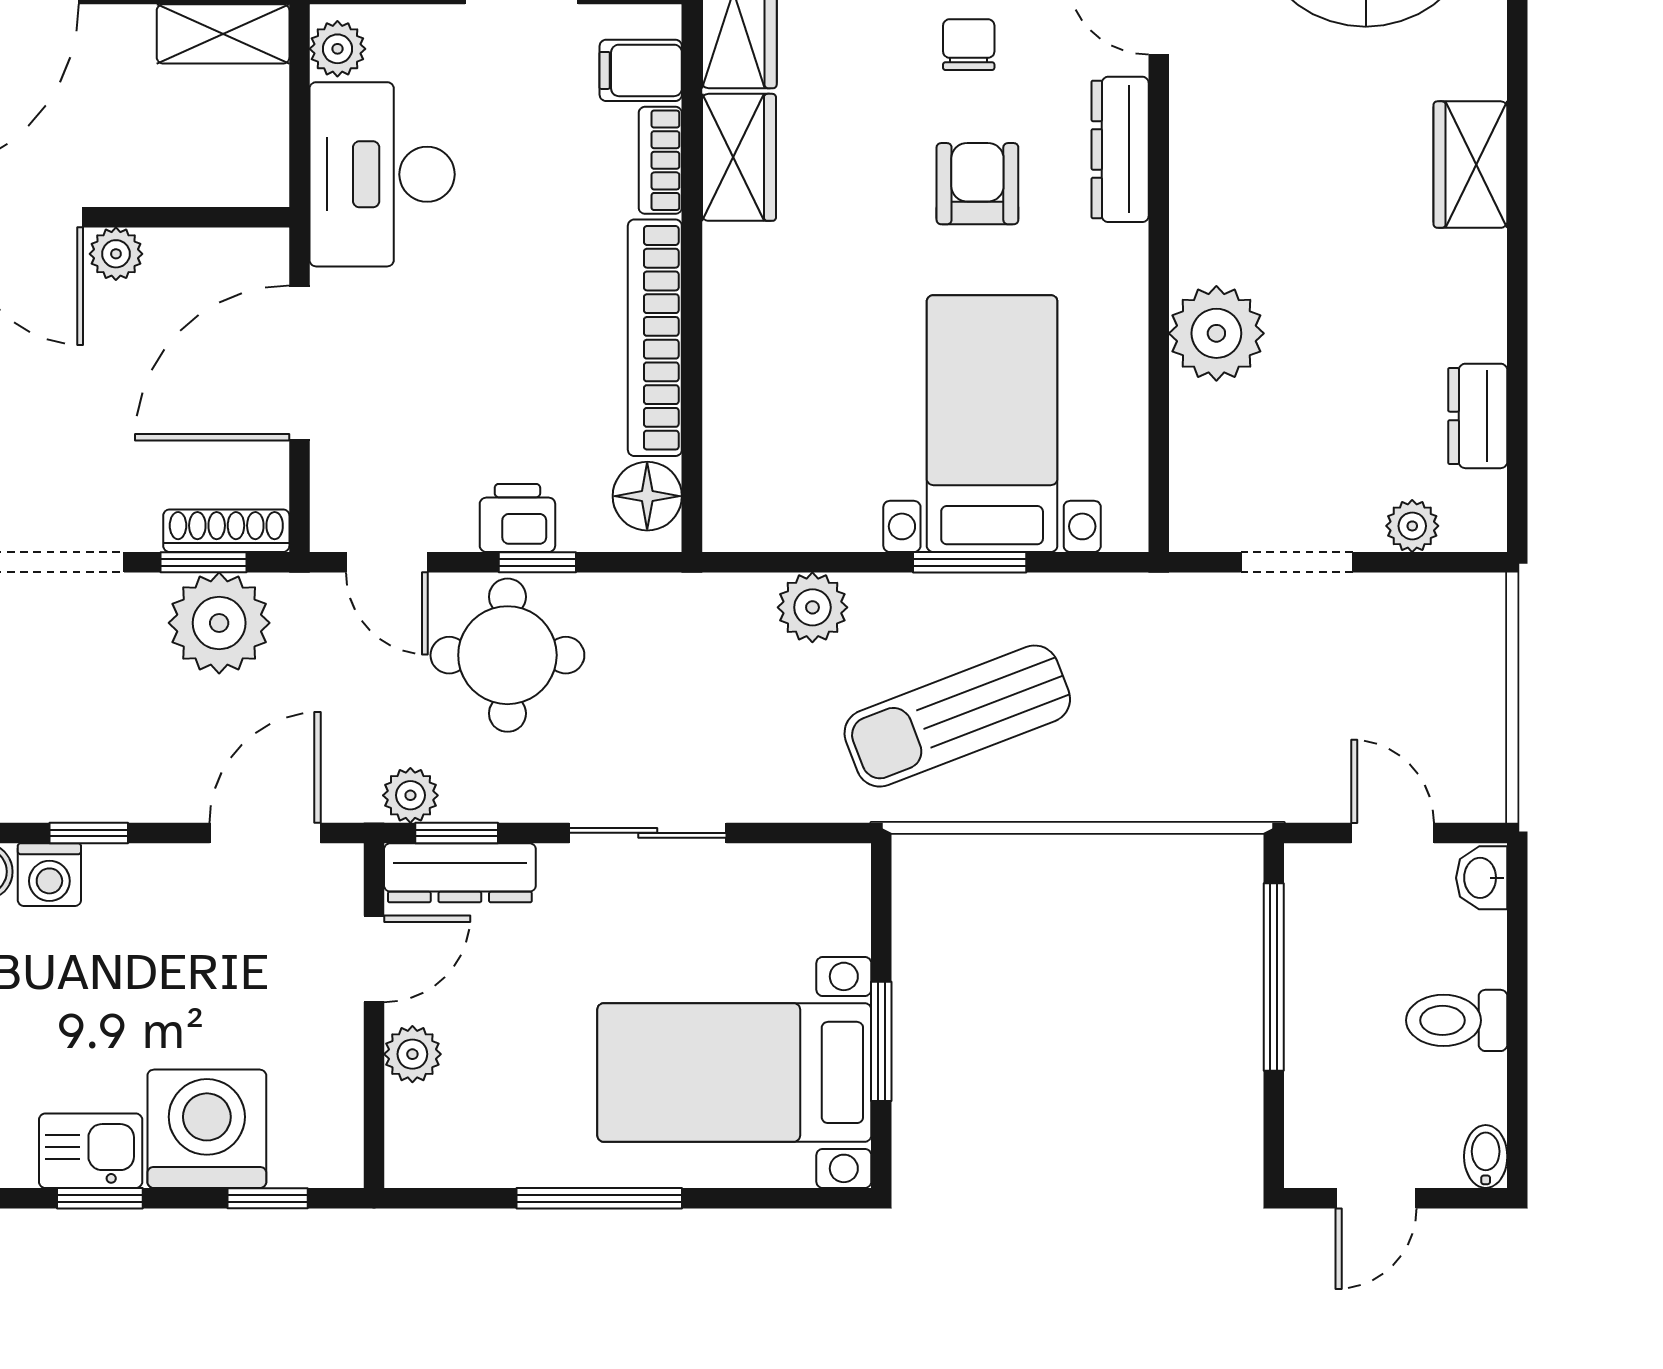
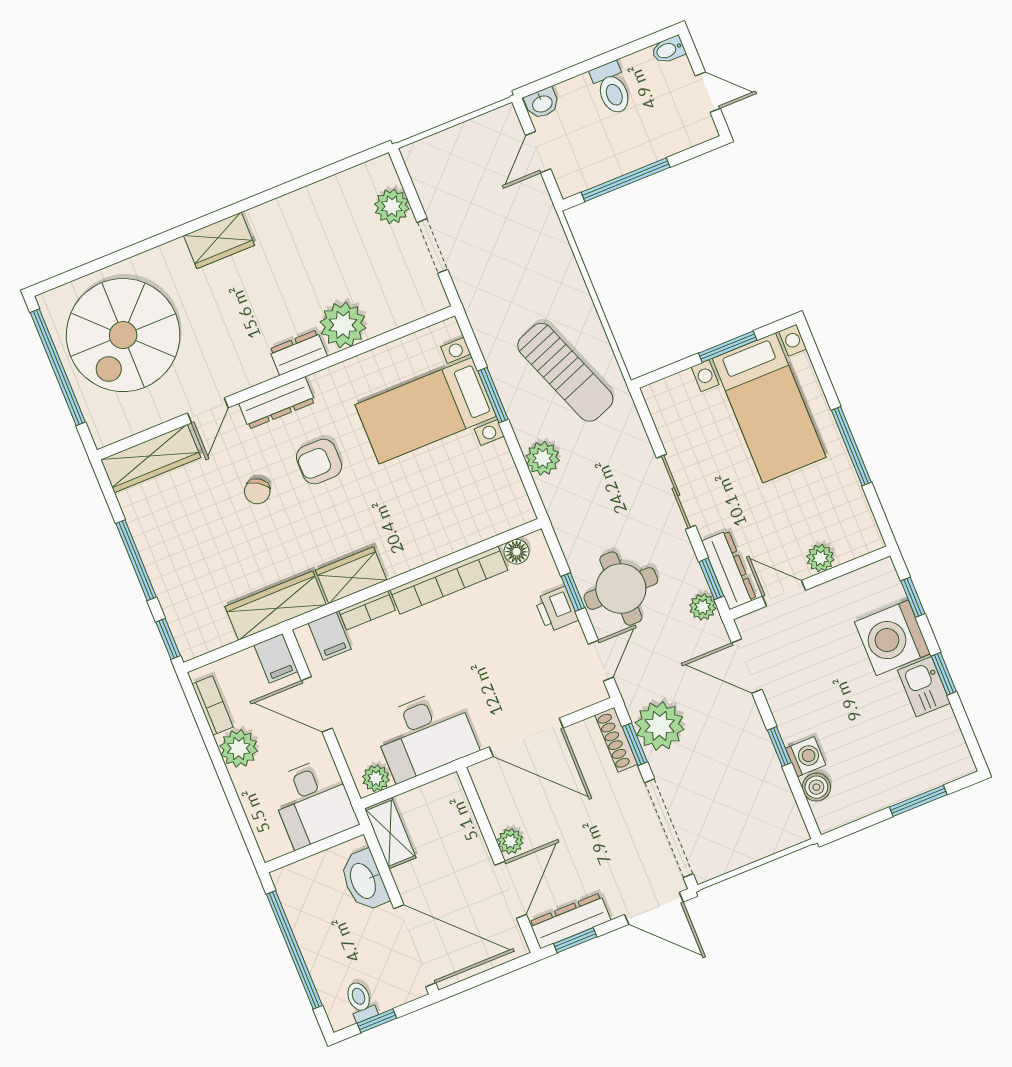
chair: (969, 45) -> (257, 491), turned -56
dresser: (1478, 416) -> (298, 353), moved, turned 180
floor lamp: (647, 496) -> (516, 552), width x0.73, depth x0.73
plant: (1412, 526) -> (392, 206), width x1.38, depth x1.38

